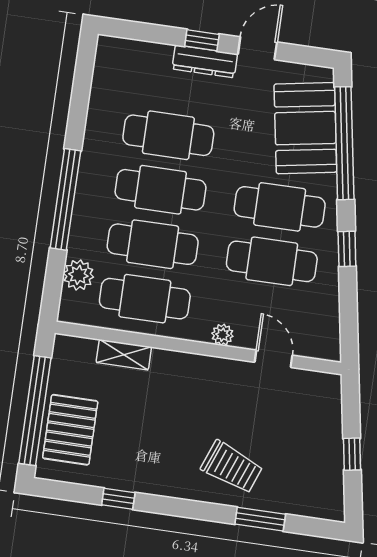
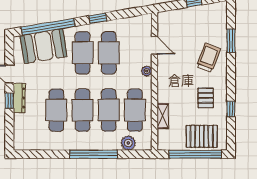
door: (274, 359) -> (154, 45), swing flipped
pallet: (149, 449) -> (206, 98), added

